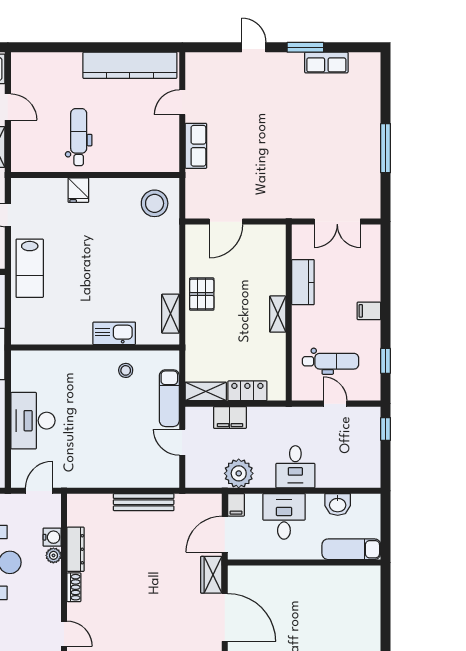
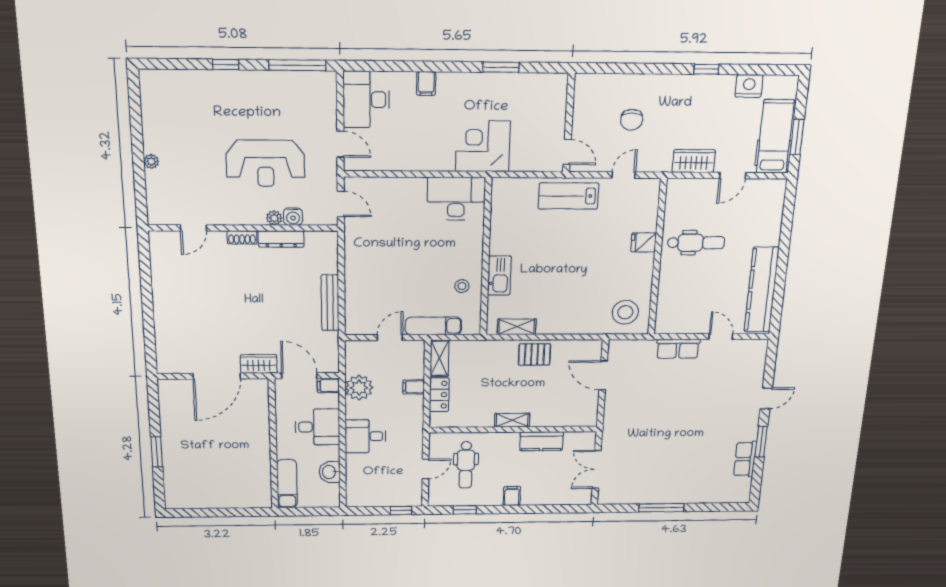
filing cabinet: (230, 417) -> (414, 387), width x0.50
desk: (33, 421) -> (456, 199), moved

